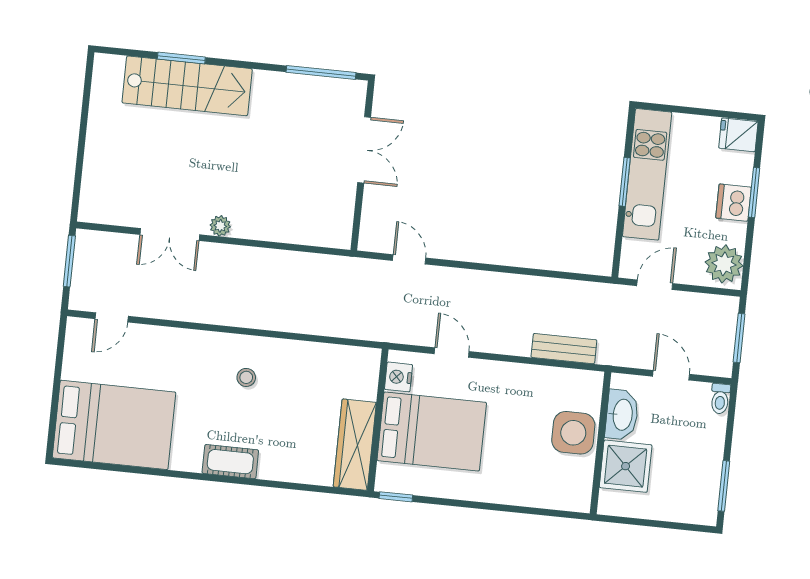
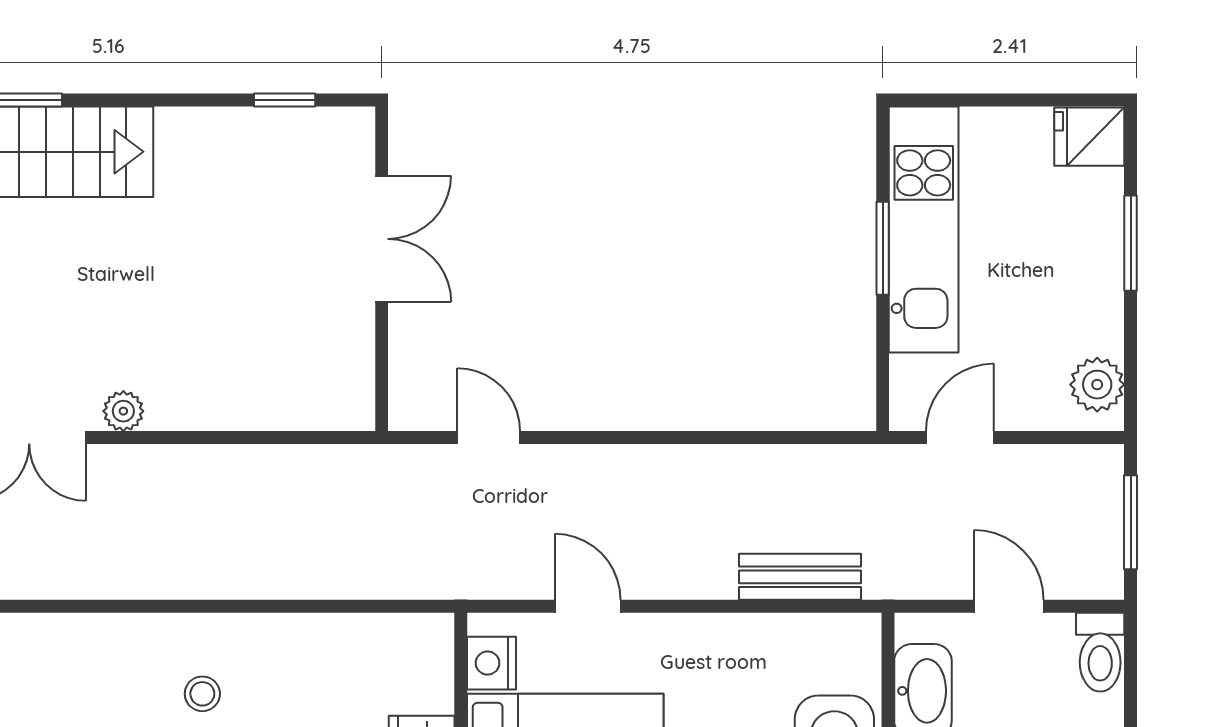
window: (321, 72) -> (285, 100), width x0.46
dishwasher: (733, 203) -> (1093, 266), removed
plant: (724, 264) -> (1097, 385), width x0.73, depth x0.73
toilet: (720, 399) -> (1100, 652), width x1.37, depth x1.39

